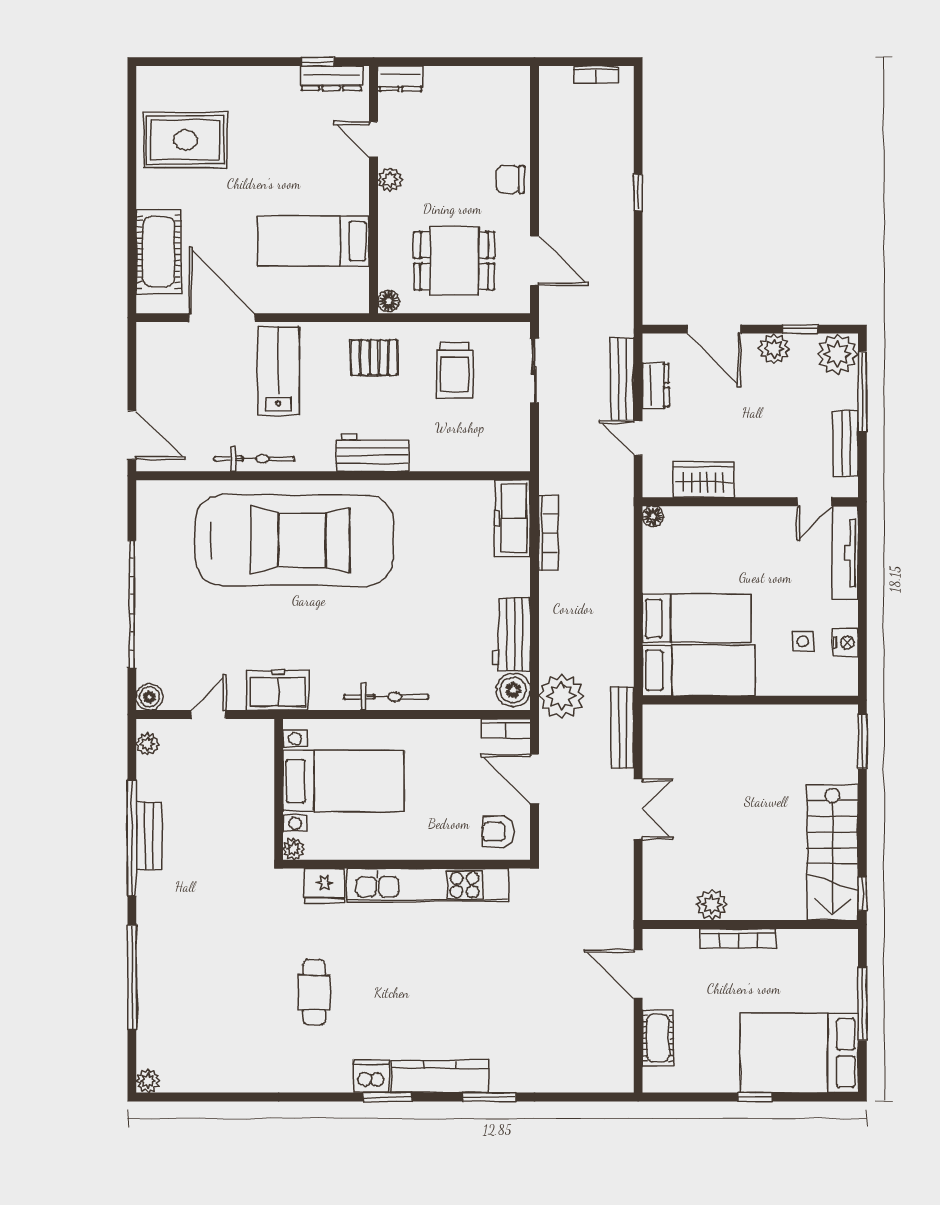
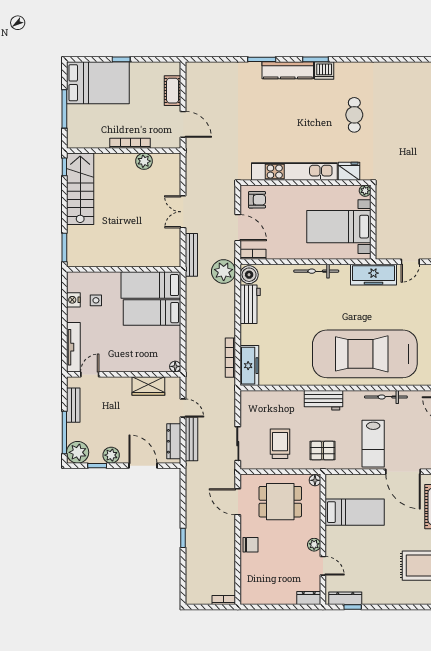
bookcase: (596, 75) -> (224, 600), moved
dresser: (655, 385) -> (174, 441), width x1.44
freezer: (278, 690) -> (374, 275), width x1.40

